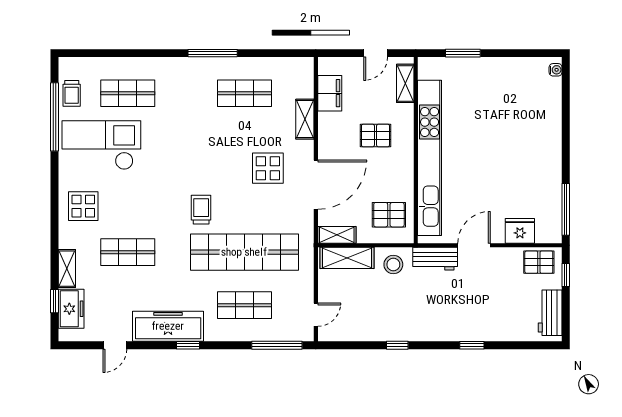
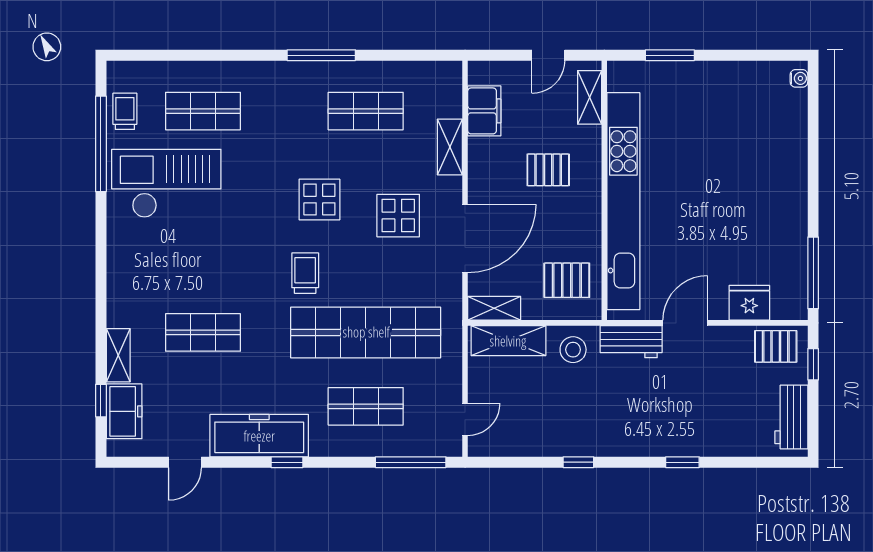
trolley: (72, 93) -> (125, 111), turned 180
display table: (83, 206) -> (319, 200), moved

